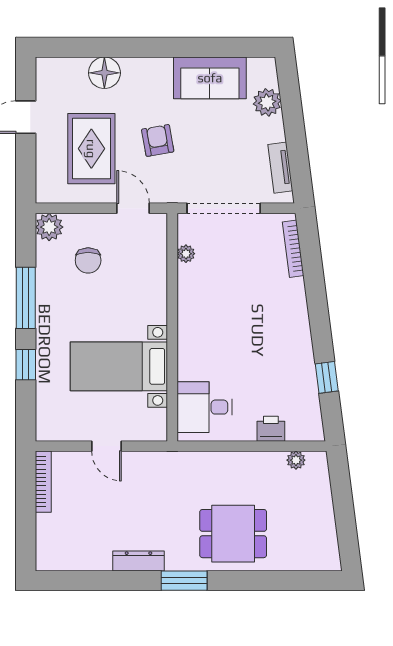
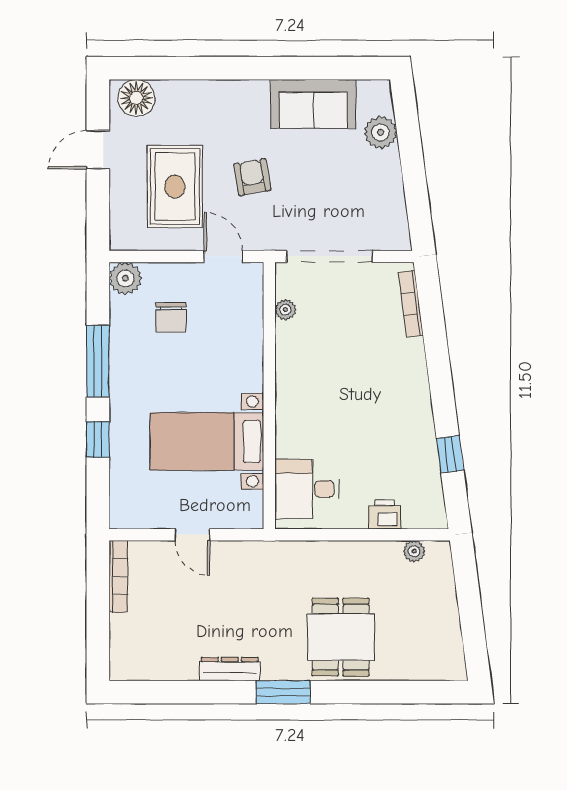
floor lamp: (104, 73) -> (136, 98), moved
tv unit: (280, 168) -> (396, 209), removed
dining table: (233, 534) -> (341, 637), turned 90

